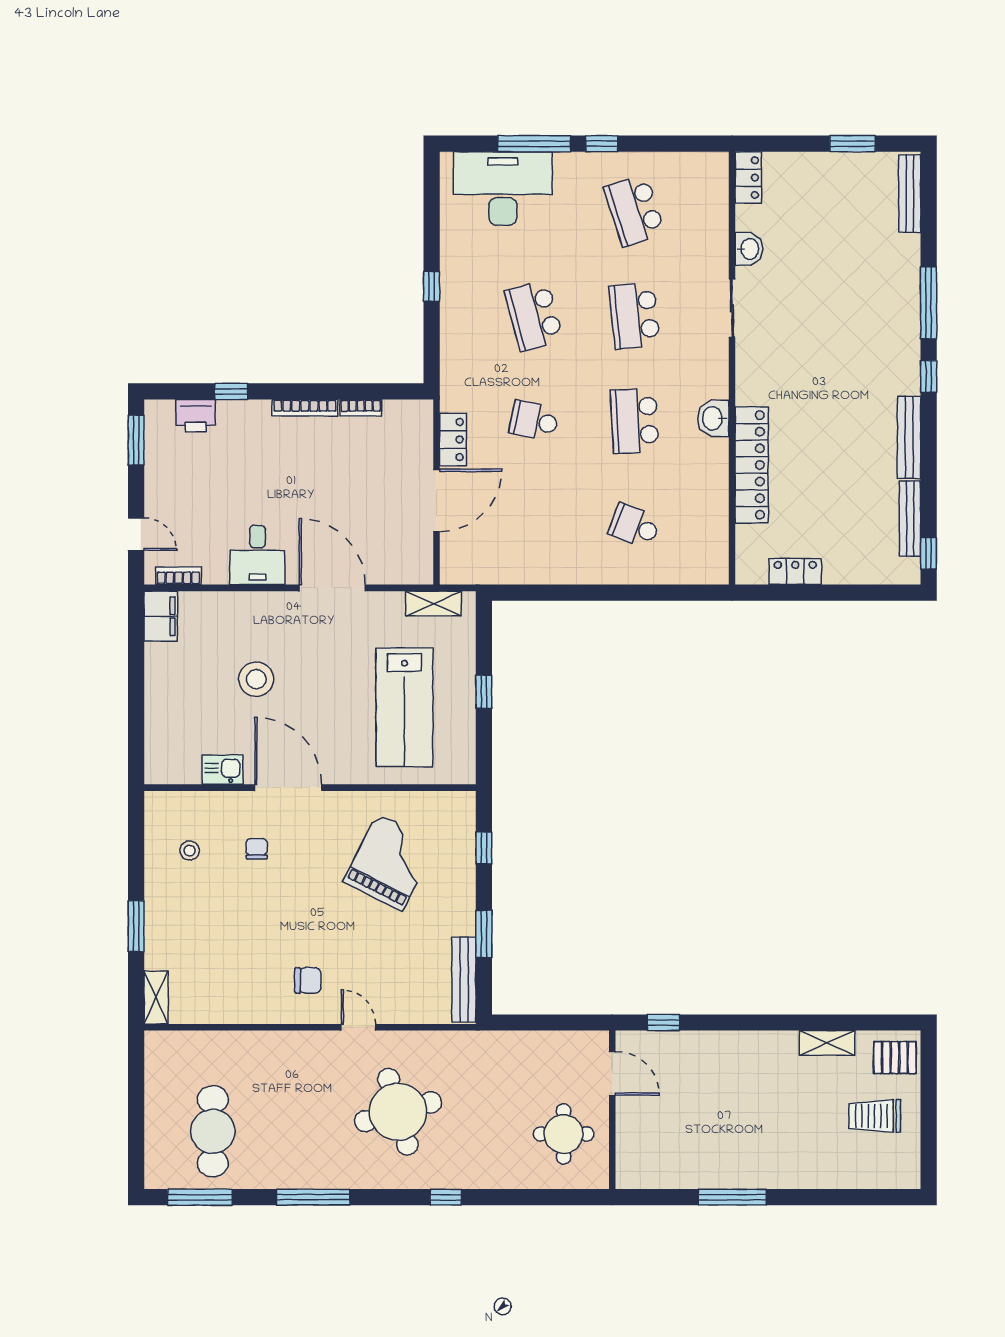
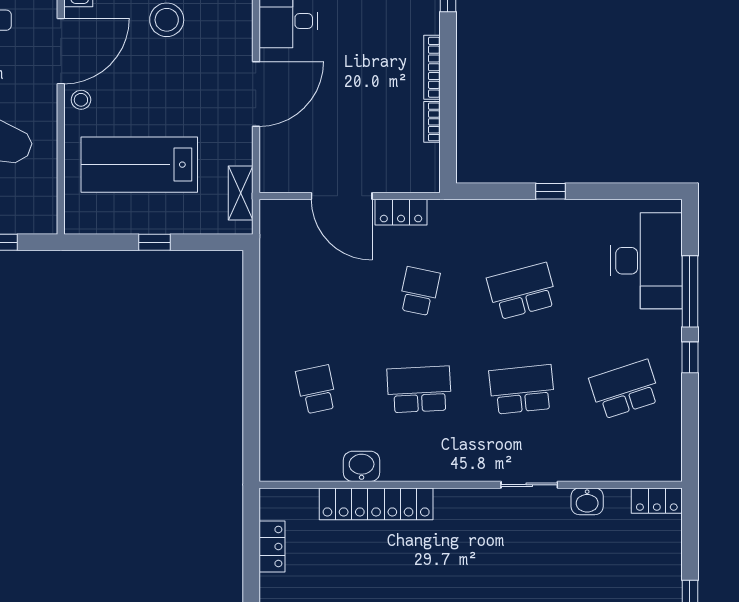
washbasin: (713, 418) -> (362, 466), moved
school desk: (634, 526) -> (316, 389), turned -33
stool: (338, 767) -> (81, 100), added

